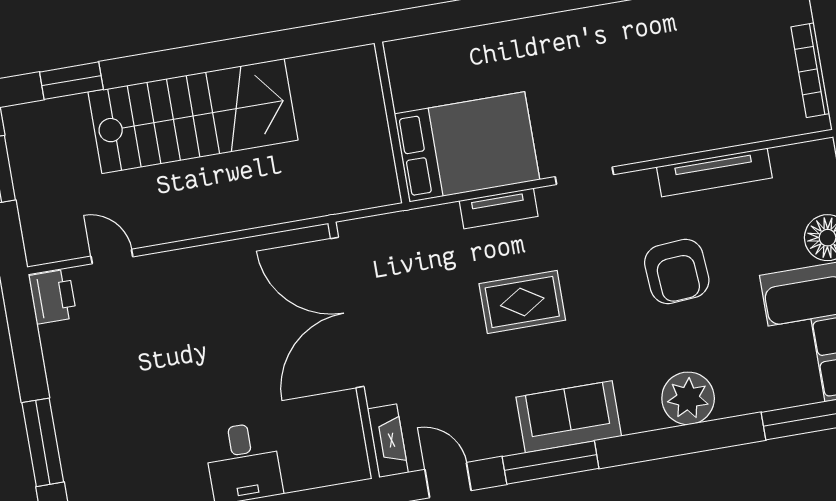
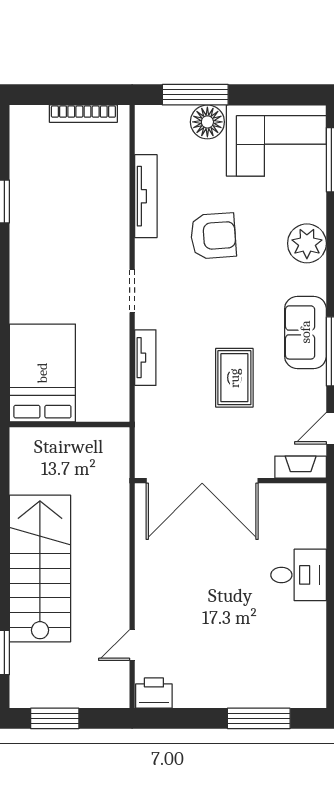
bed: (467, 147) -> (42, 373), moved
rug: (522, 302) -> (234, 378), moved

